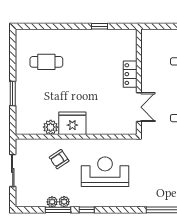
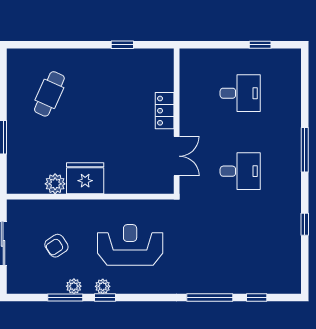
cafe table: (46, 62) -> (49, 94), turned -66
armchair: (59, 159) -> (56, 246), moved
plant: (52, 202) -> (103, 286), moved

